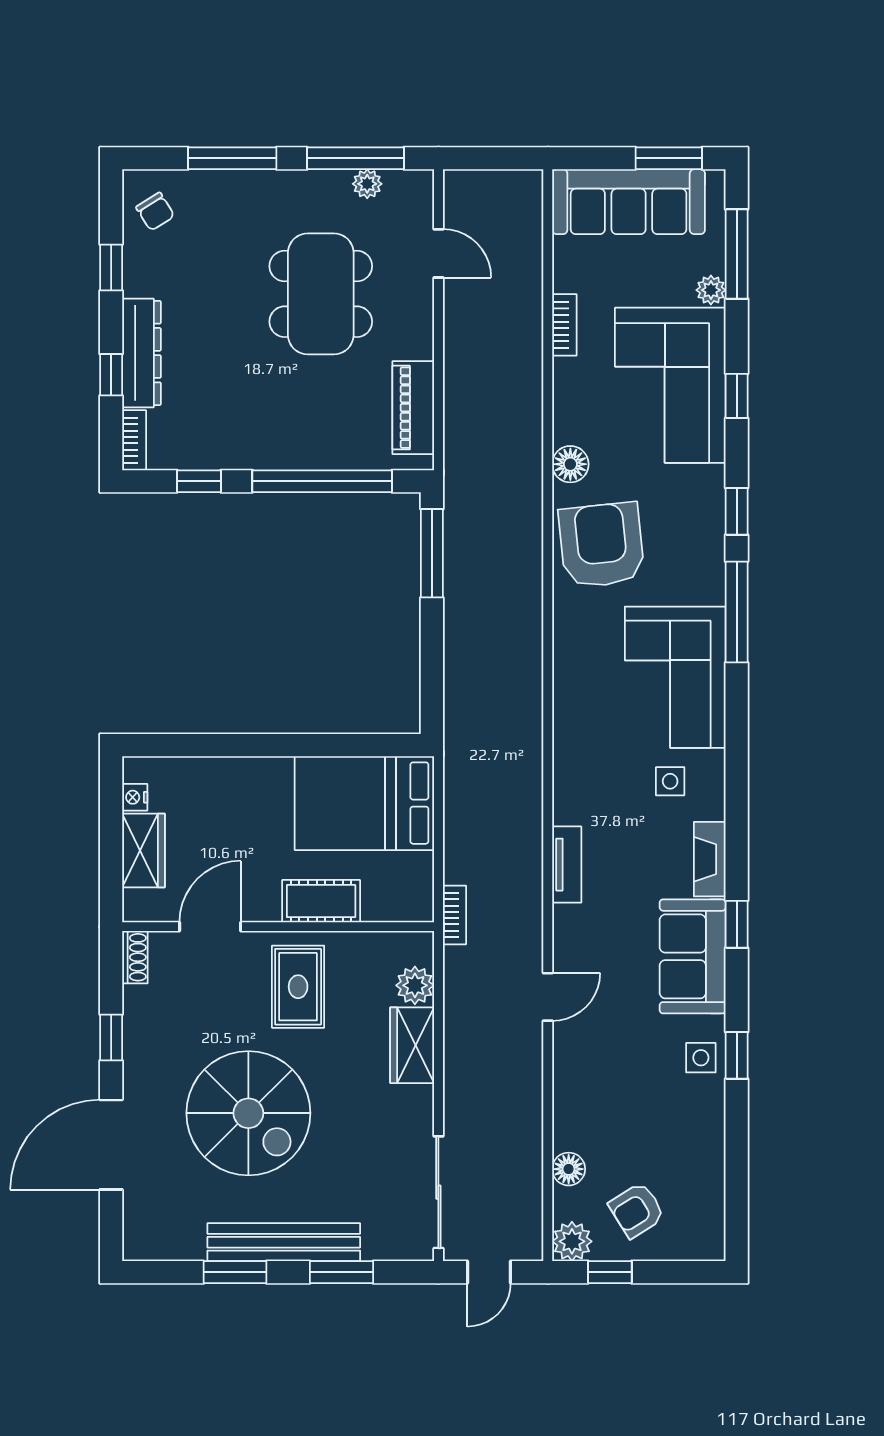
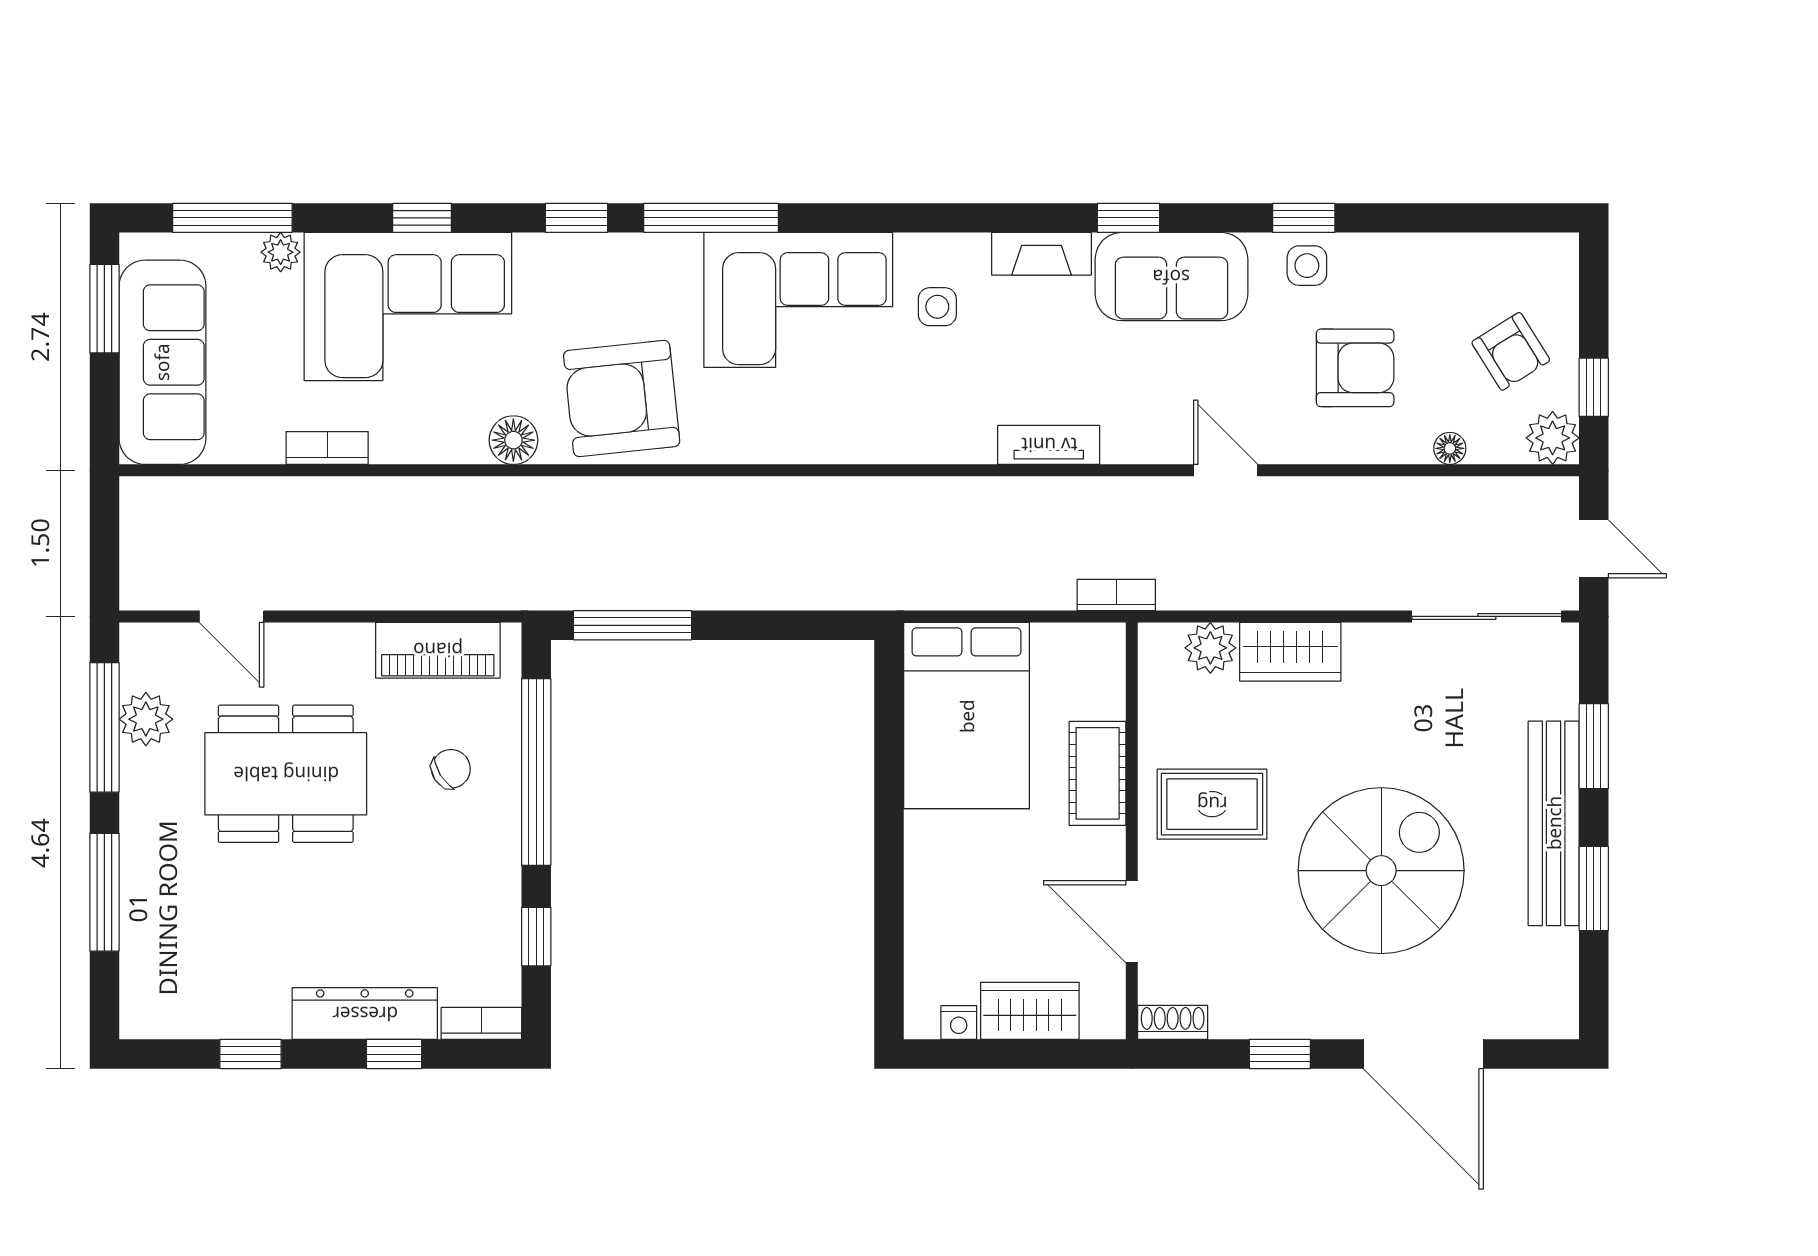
plant: (367, 184) -> (146, 719), width x1.38, depth x1.38
chair: (155, 212) -> (451, 769), moved
door: (438, 253) -> (231, 616), swing flipped
armchair: (624, 1094) -> (1355, 368), added
floor lamp: (569, 1169) -> (1450, 448), width x0.73, depth x0.73

